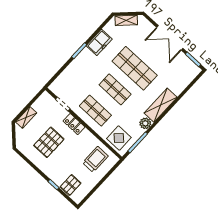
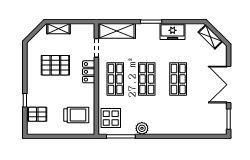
shop shelf: (135, 68) -> (178, 79), width x0.70, depth x0.74
shelving: (161, 105) -> (117, 31), moved

